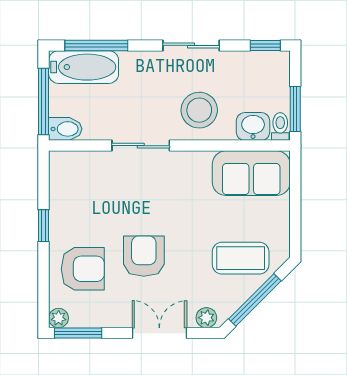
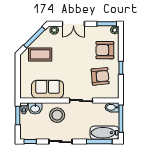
sofa: (251, 173) -> (48, 89), moved
armchair: (144, 256) -> (100, 76), moved, turned -95

